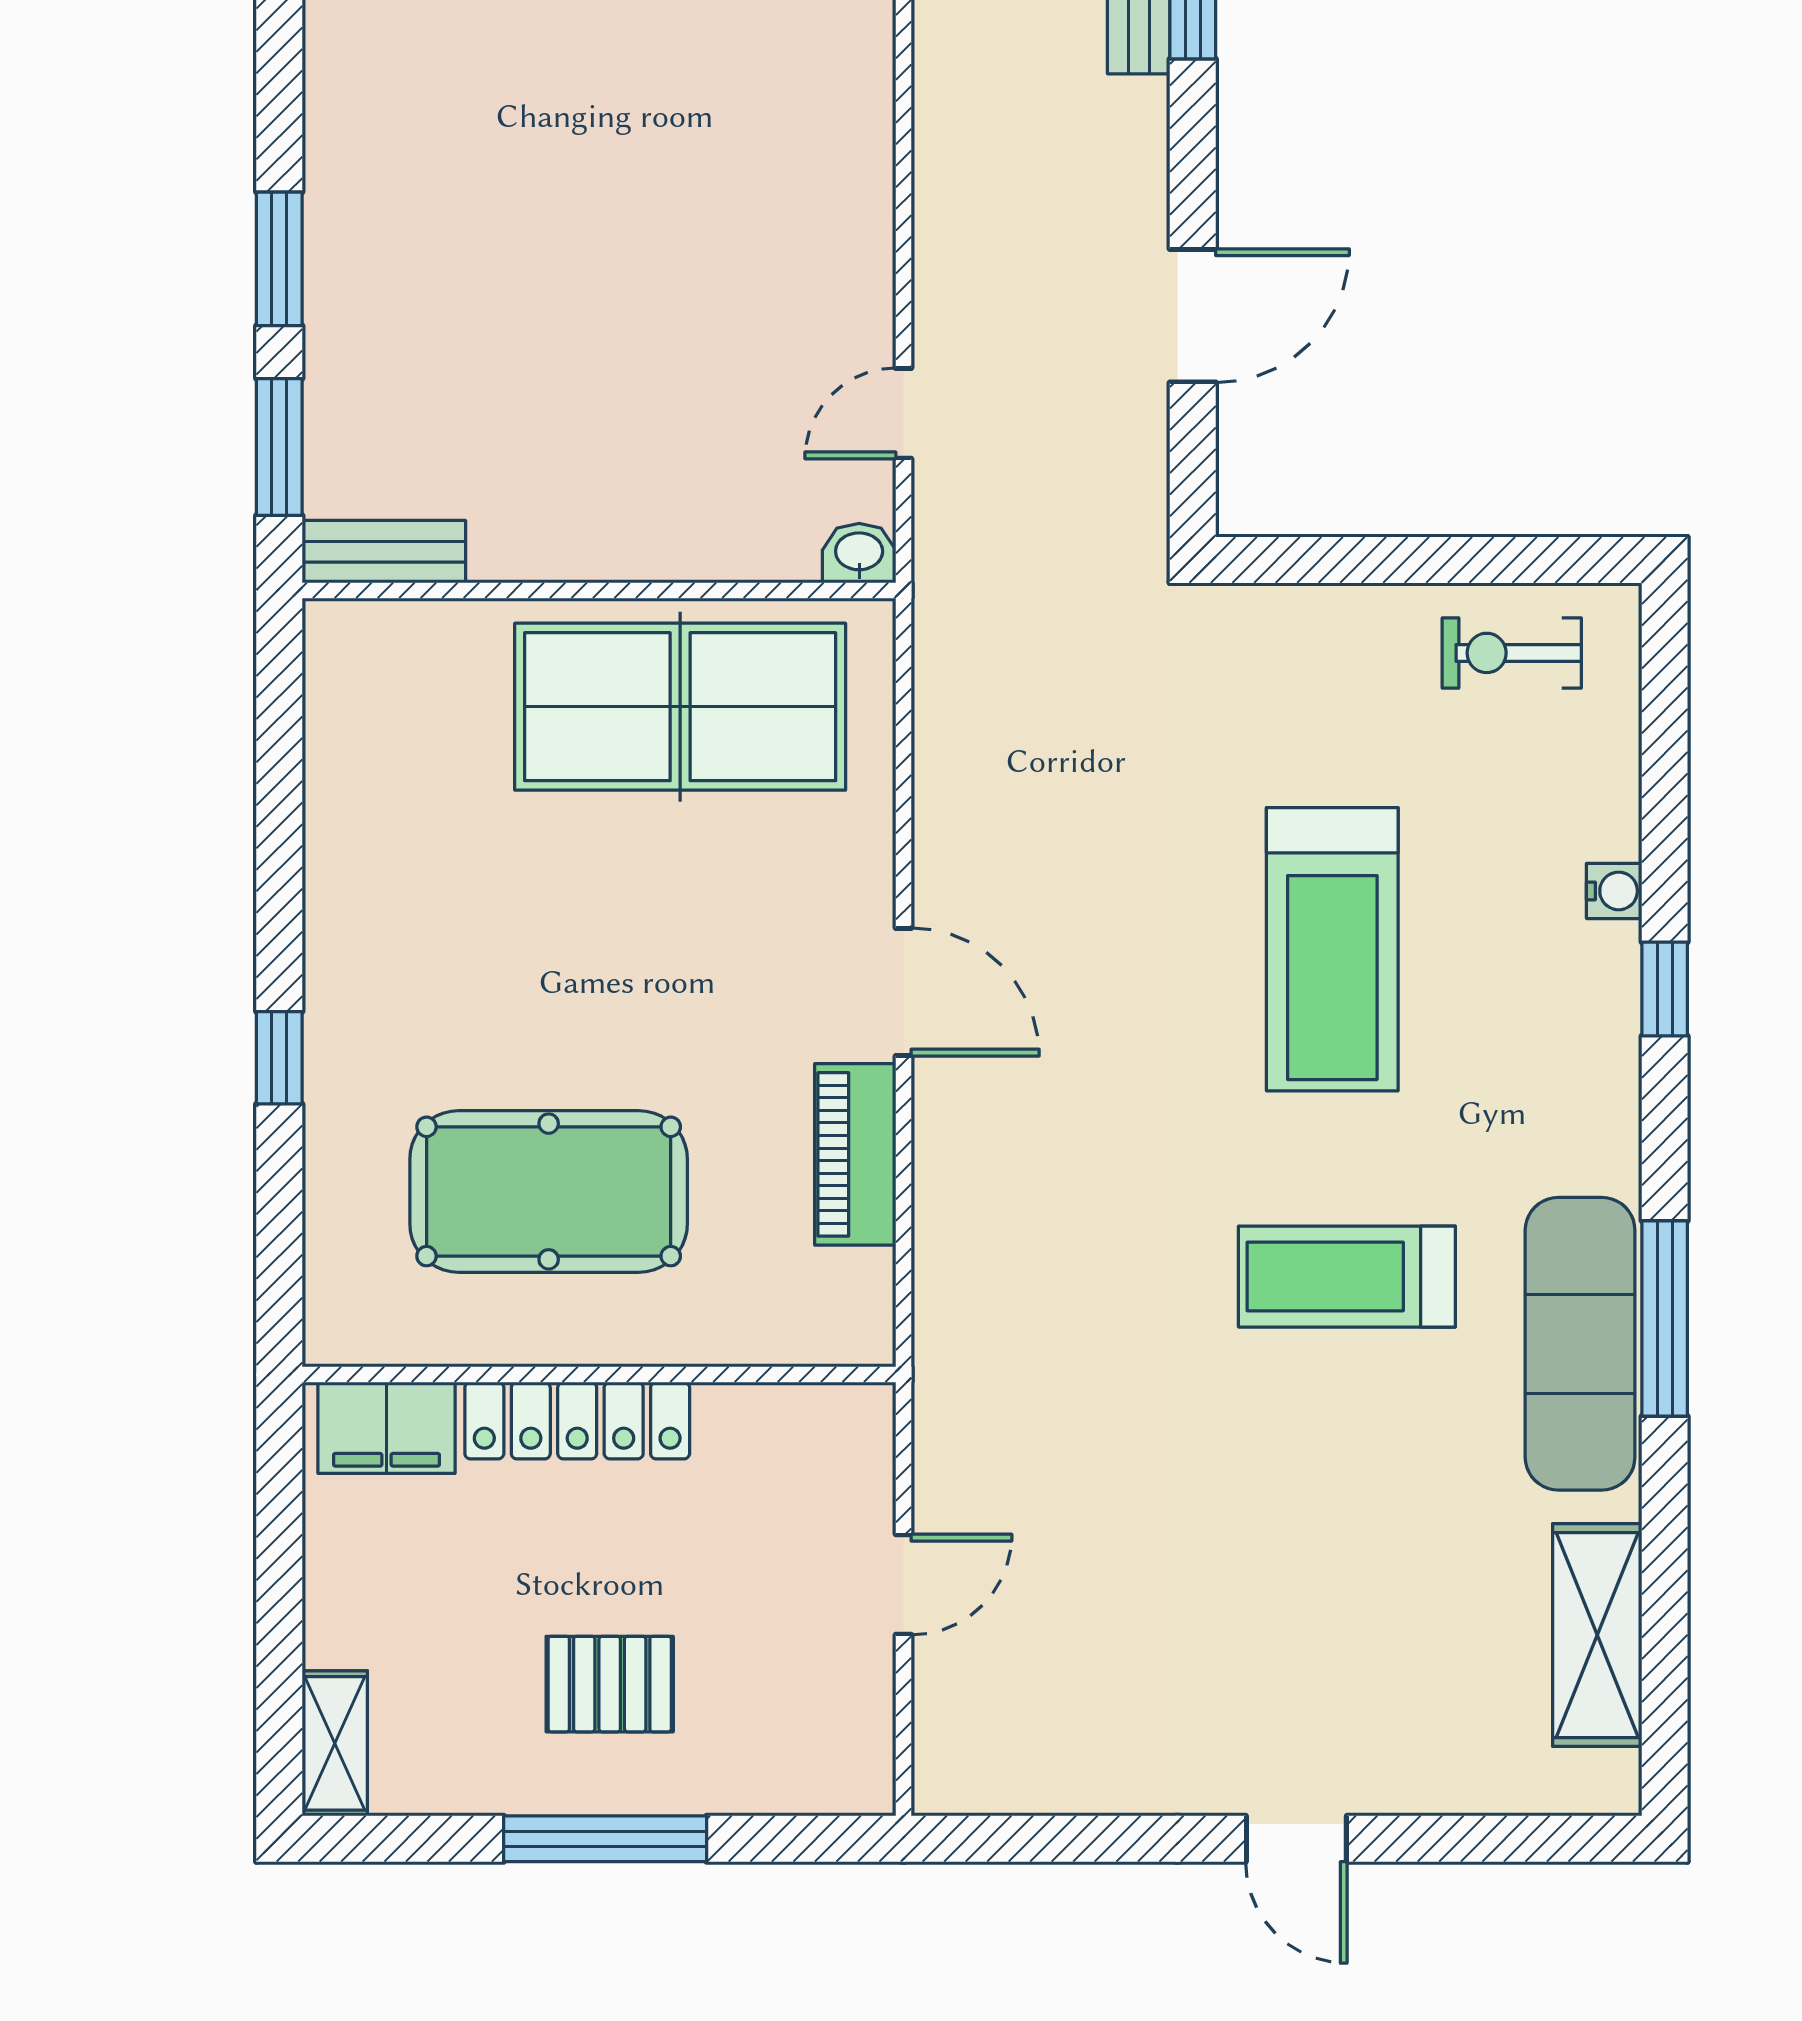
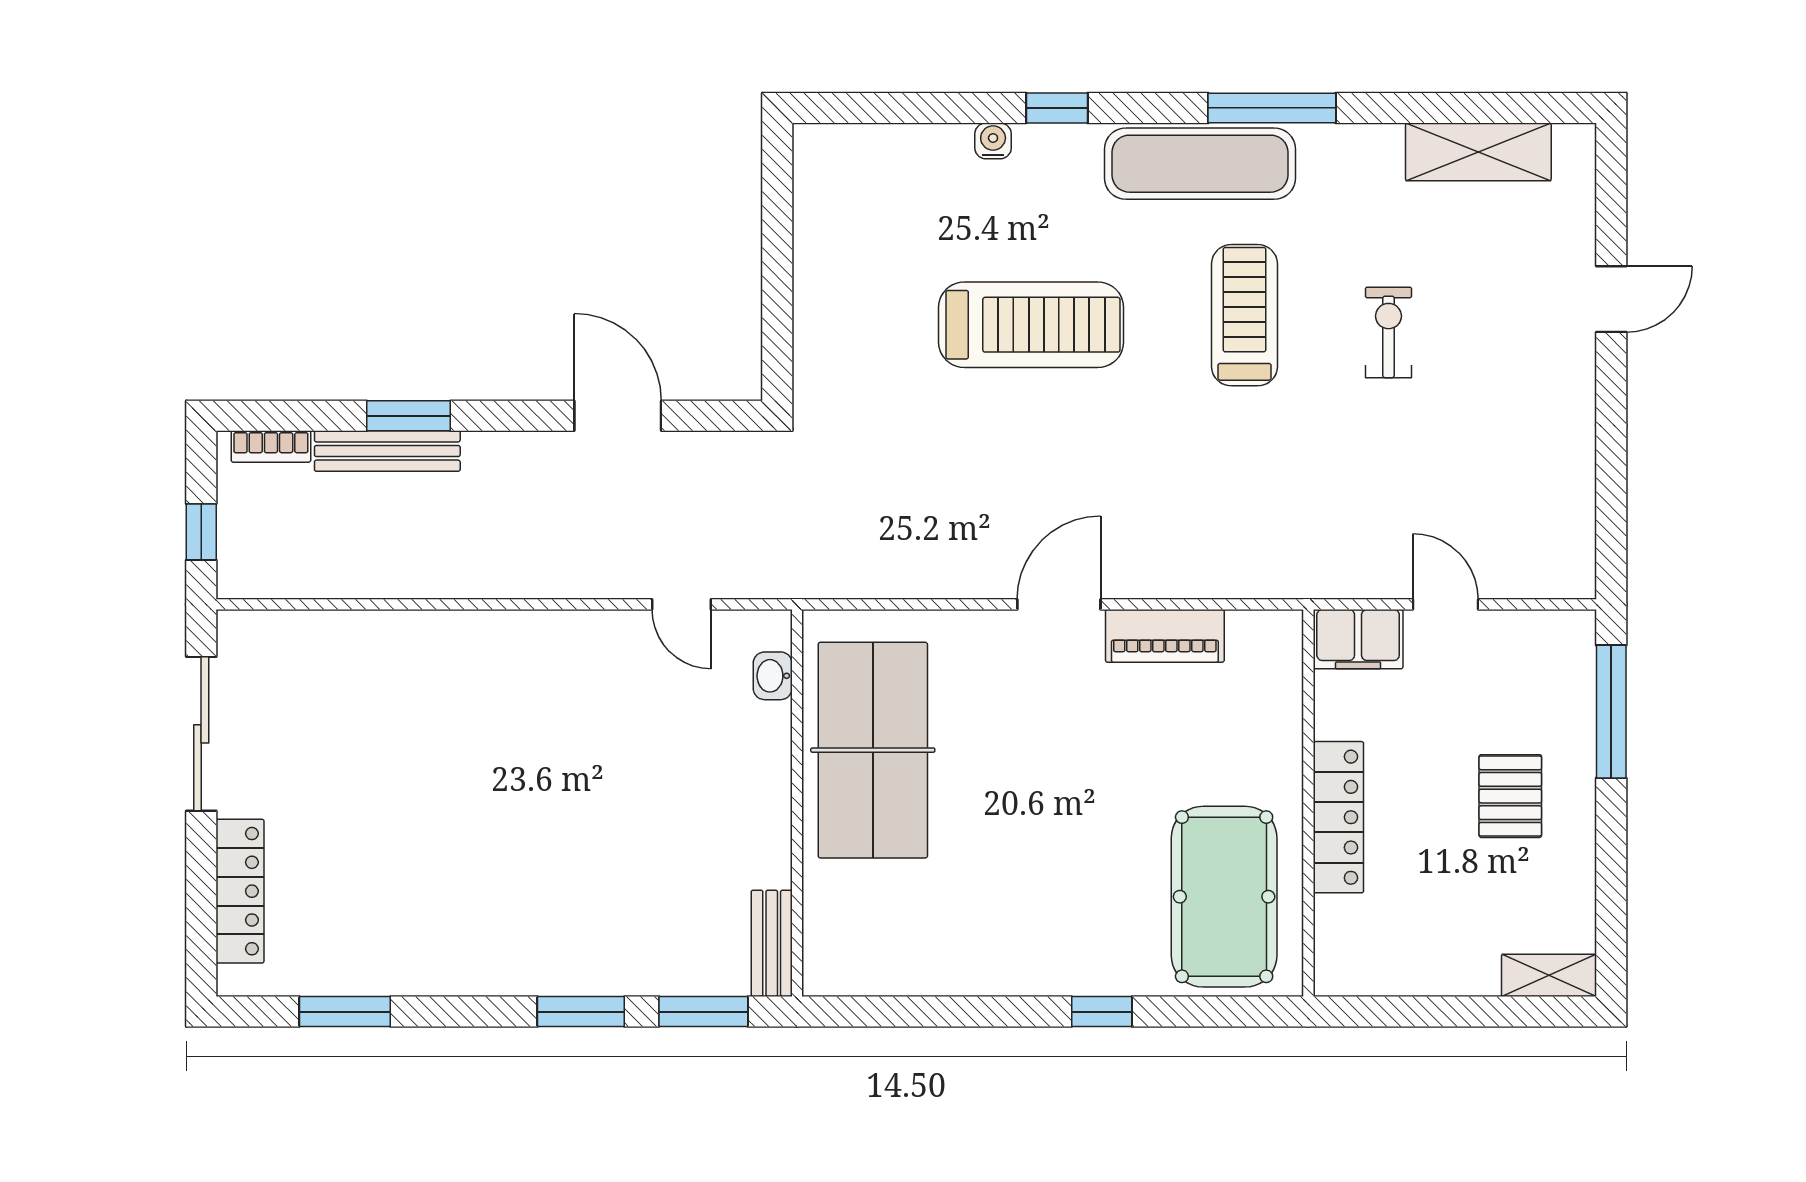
washbasin: (859, 553) -> (773, 676), moved
exercise bike: (1512, 653) -> (1388, 332), moved, turned 180
pool table: (549, 1191) -> (1224, 897), moved
treadmill: (1347, 1277) -> (1245, 315), turned 180
exercise mat: (1580, 1344) -> (1200, 164), moved
filing cabinet: (386, 1428) -> (1358, 639), moved, turned 90
window: (605, 1839) -> (1611, 712), moved
door: (1296, 1839) -> (1611, 299), moved

